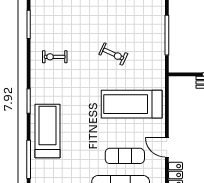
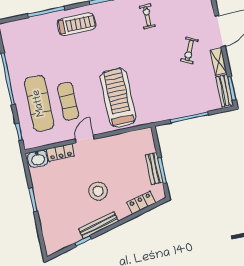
exercise bike: (113, 54) -> (189, 50), moved
treadmill: (47, 131) -> (76, 24), width x0.73, depth x0.73

